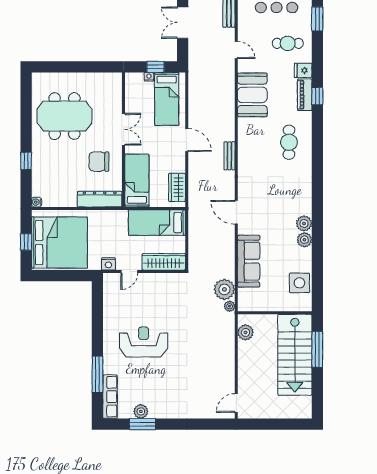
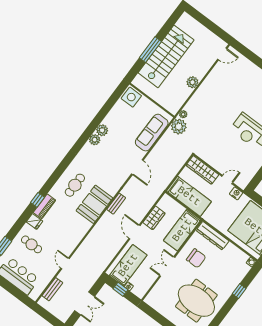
booth: (252, 95) -> (94, 204), moved
wardrobe: (177, 187) -> (154, 218), moved
plant: (304, 240) -> (95, 140), moved
wall: (275, 313) -> (152, 100), moved
plant: (245, 332) -> (192, 82), moved

